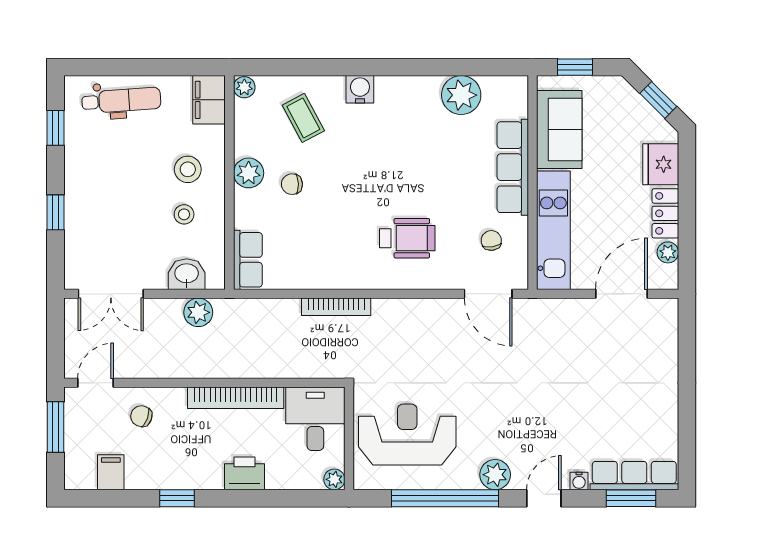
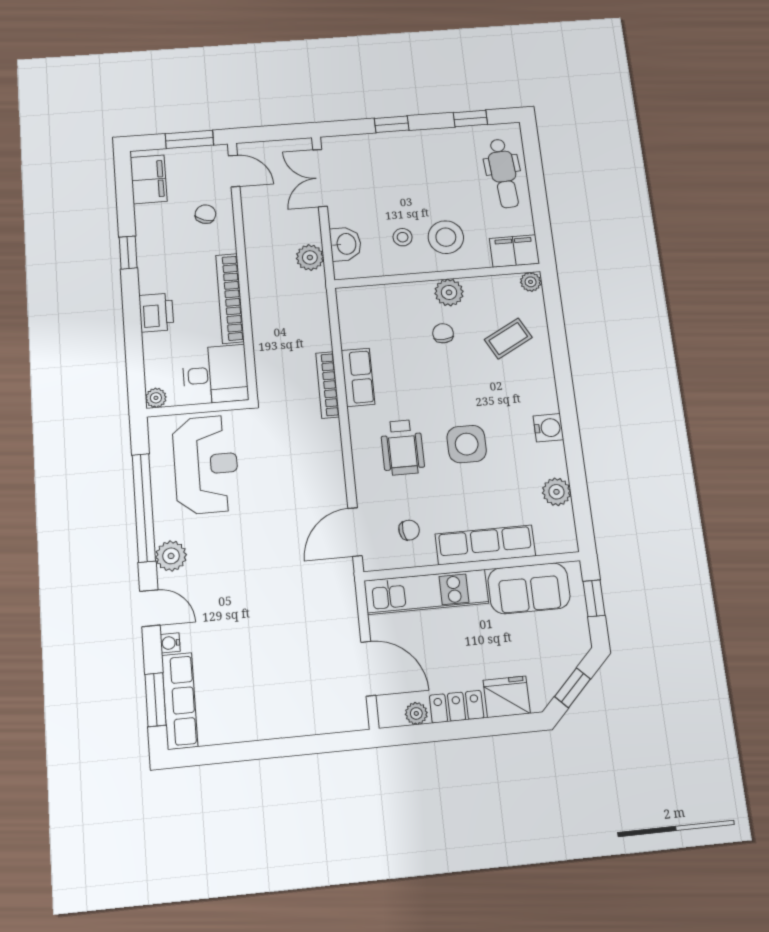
water cooler: (360, 89) -> (548, 428), moved
plant: (461, 95) -> (556, 492), width x0.73, depth x0.73
stool: (188, 169) -> (446, 237), width x1.38, depth x1.38
side table: (410, 174) -> (467, 444), added
row of seats: (248, 260) -> (358, 377), moved, turned -90
filing cabinet: (111, 472) -> (149, 179), width x2.00

